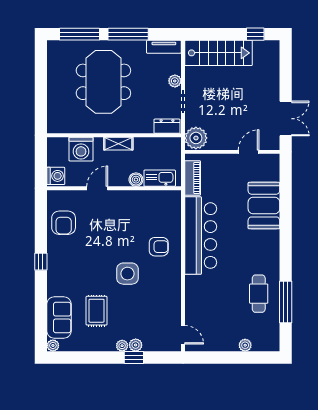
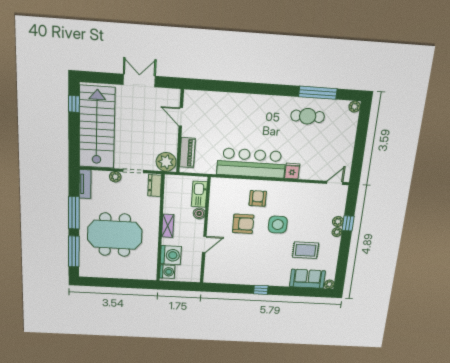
stairs: (219, 53) -> (97, 127), width x1.36, depth x1.51
double door: (286, 119) -> (139, 81), moved
washing machine: (56, 176) -> (167, 272), moved, turned 90
piano: (193, 178) -> (187, 153), moved, turned 90
door: (97, 188) -> (204, 244), swing flipped
booth: (264, 206) -> (230, 106), removed
armchair: (64, 223) -> (243, 224), moved
fridge: (194, 283) -> (292, 171), added
plant: (245, 345) -> (355, 107), moved

